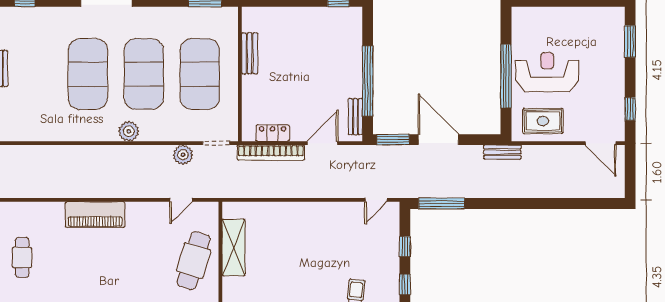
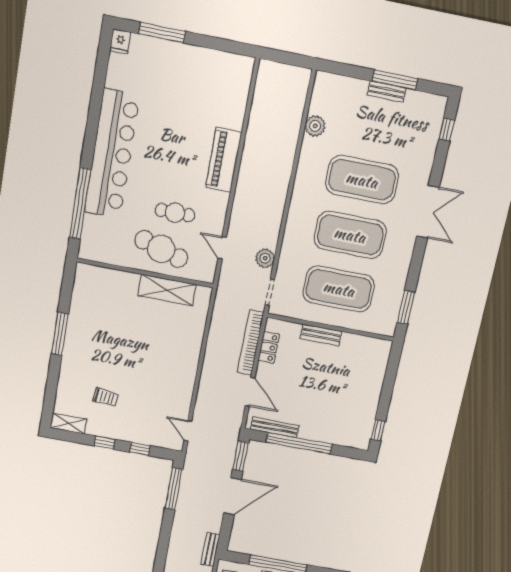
bench: (250, 53) -> (321, 335), moved
bench: (355, 117) -> (275, 427), width x1.36
plant: (129, 131) -> (315, 126), moved
cafe table: (22, 257) -> (175, 213), moved

